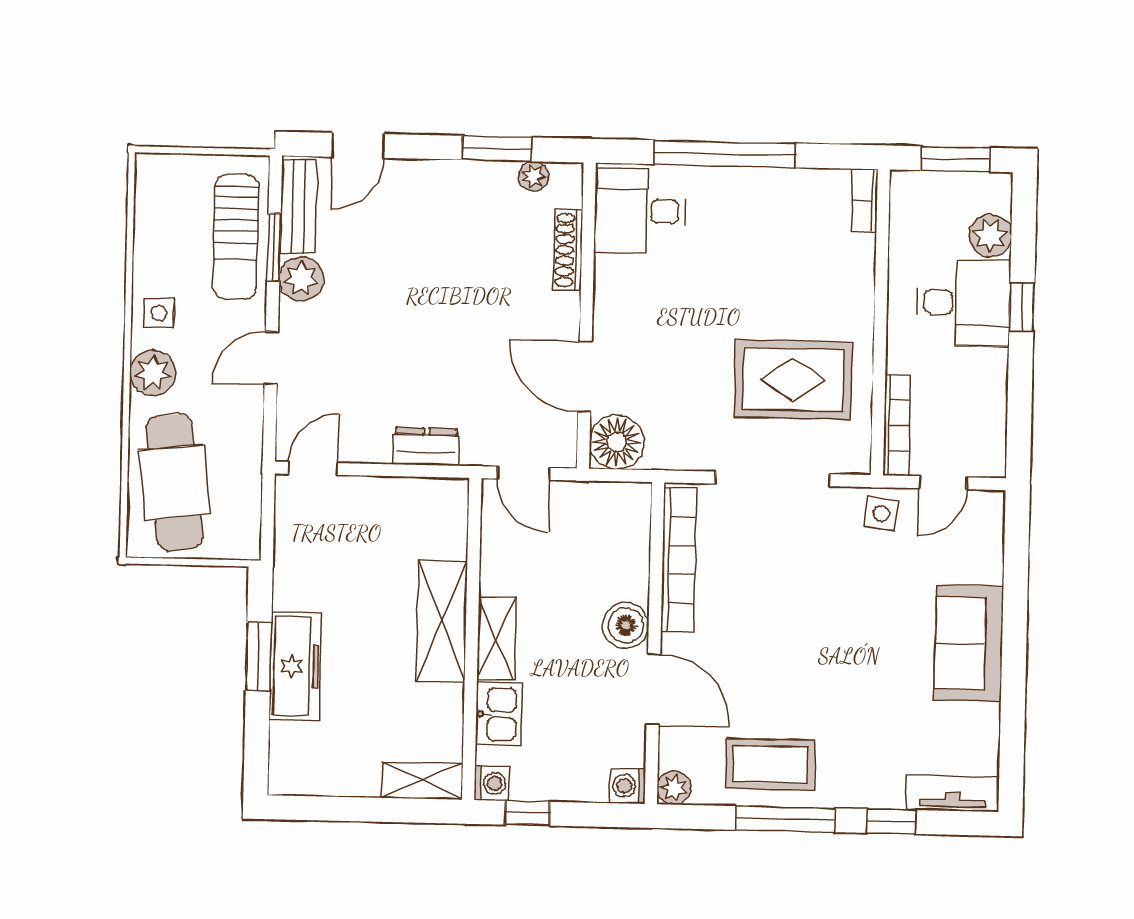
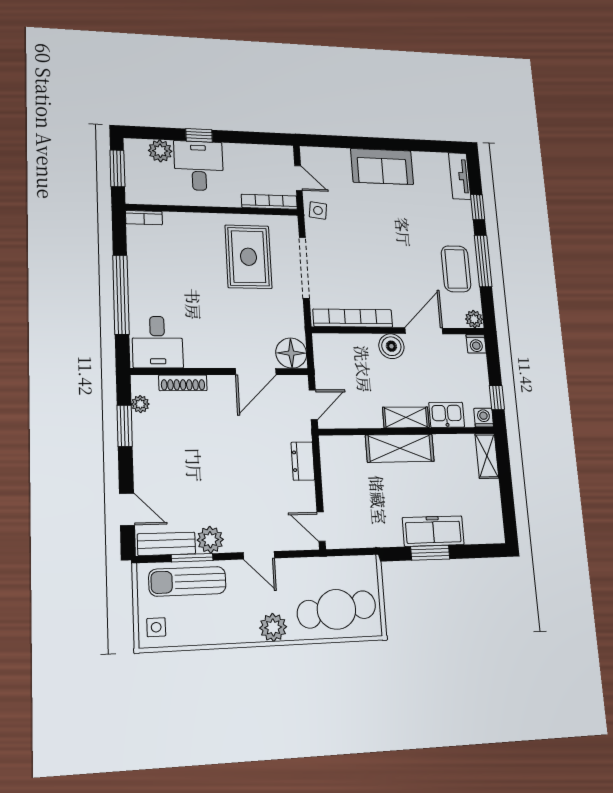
sun lounger: (236, 237) -> (187, 581), turned 180
side table: (159, 313) -> (156, 627), moved

